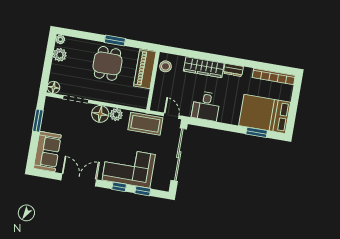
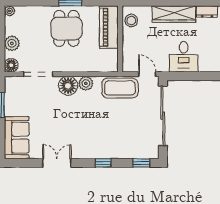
plant: (60, 55) -> (12, 43), moved
corner sofa: (129, 167) -> (110, 139), removed
double door: (79, 180) -> (57, 163), width x0.73
window: (143, 191) -> (141, 163), moved

